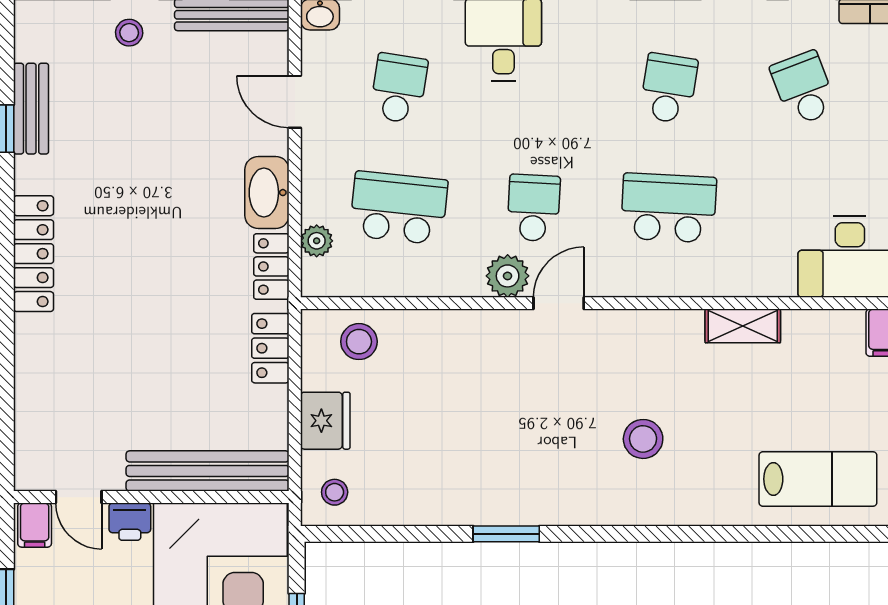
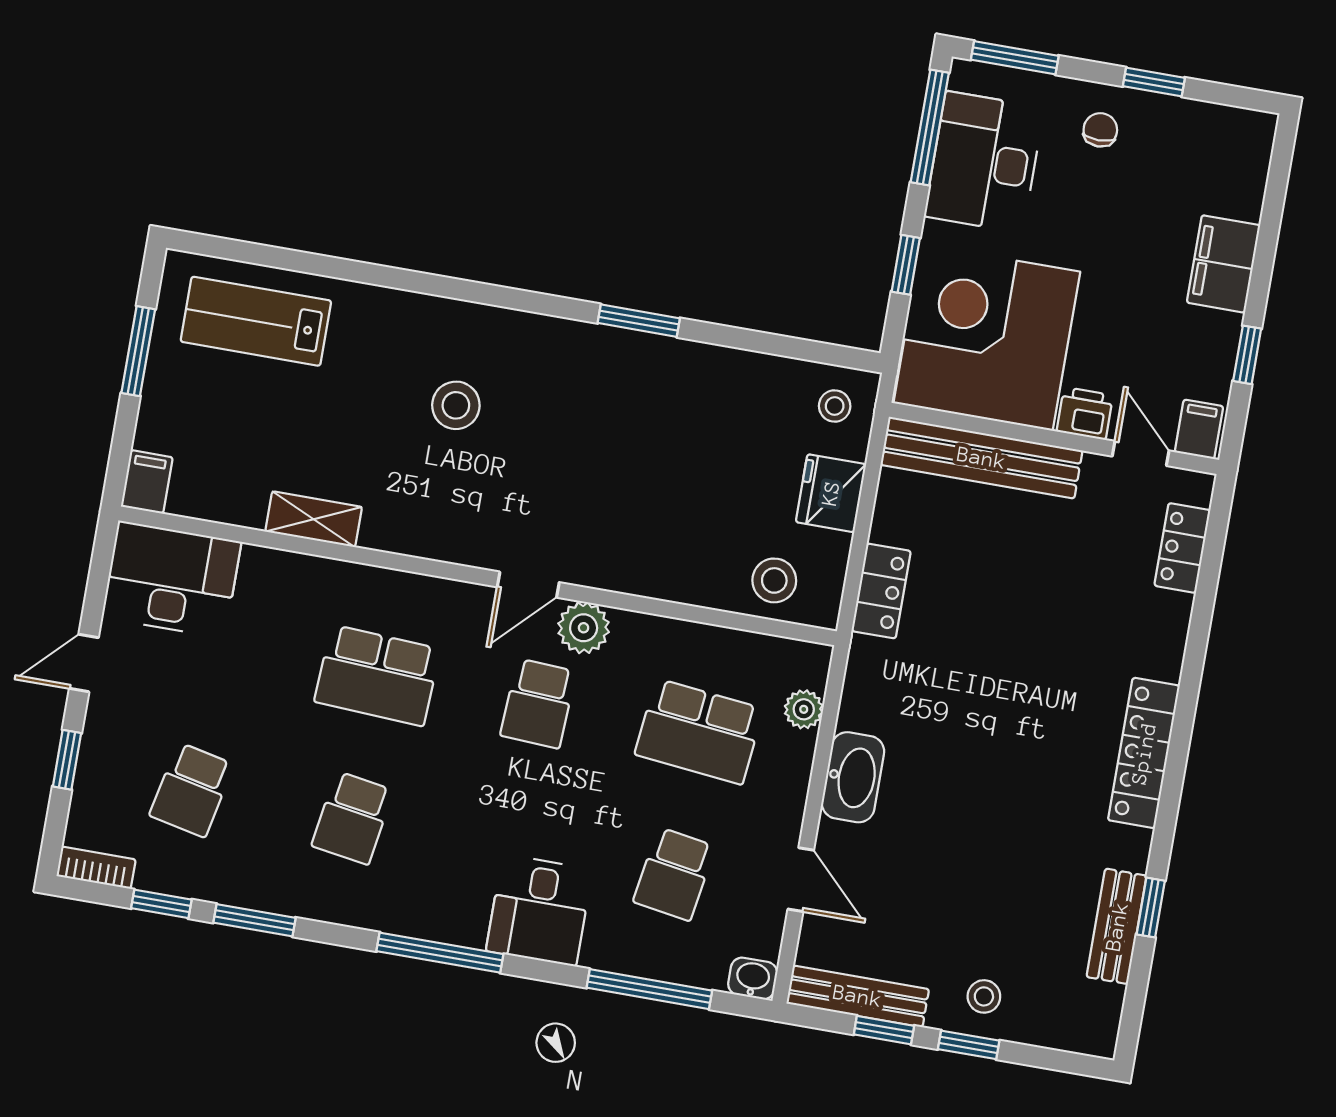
school desk: (804, 88) -> (192, 790), turned 33
locker: (271, 266) -> (1182, 548), moved, turned 180

